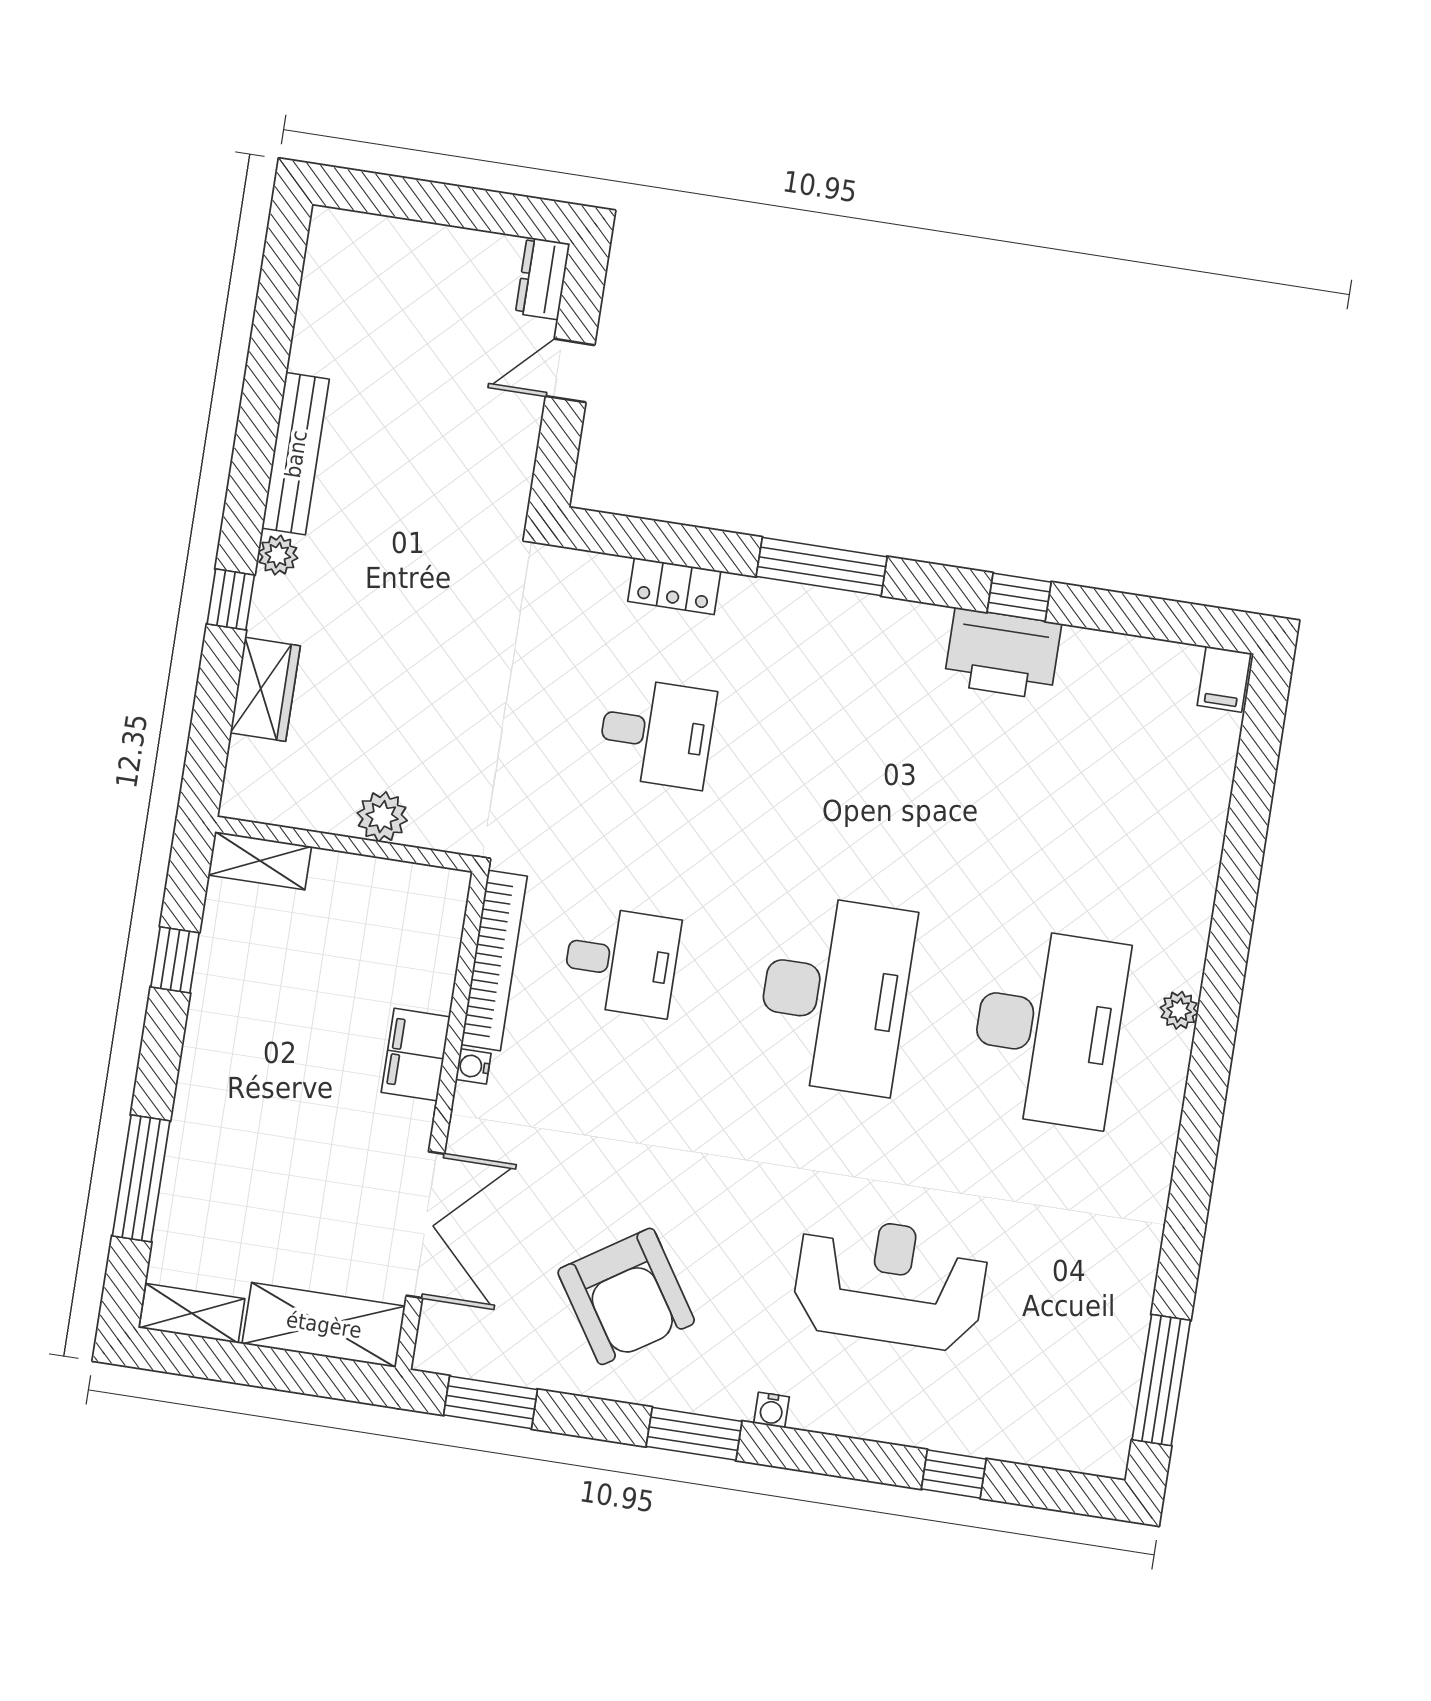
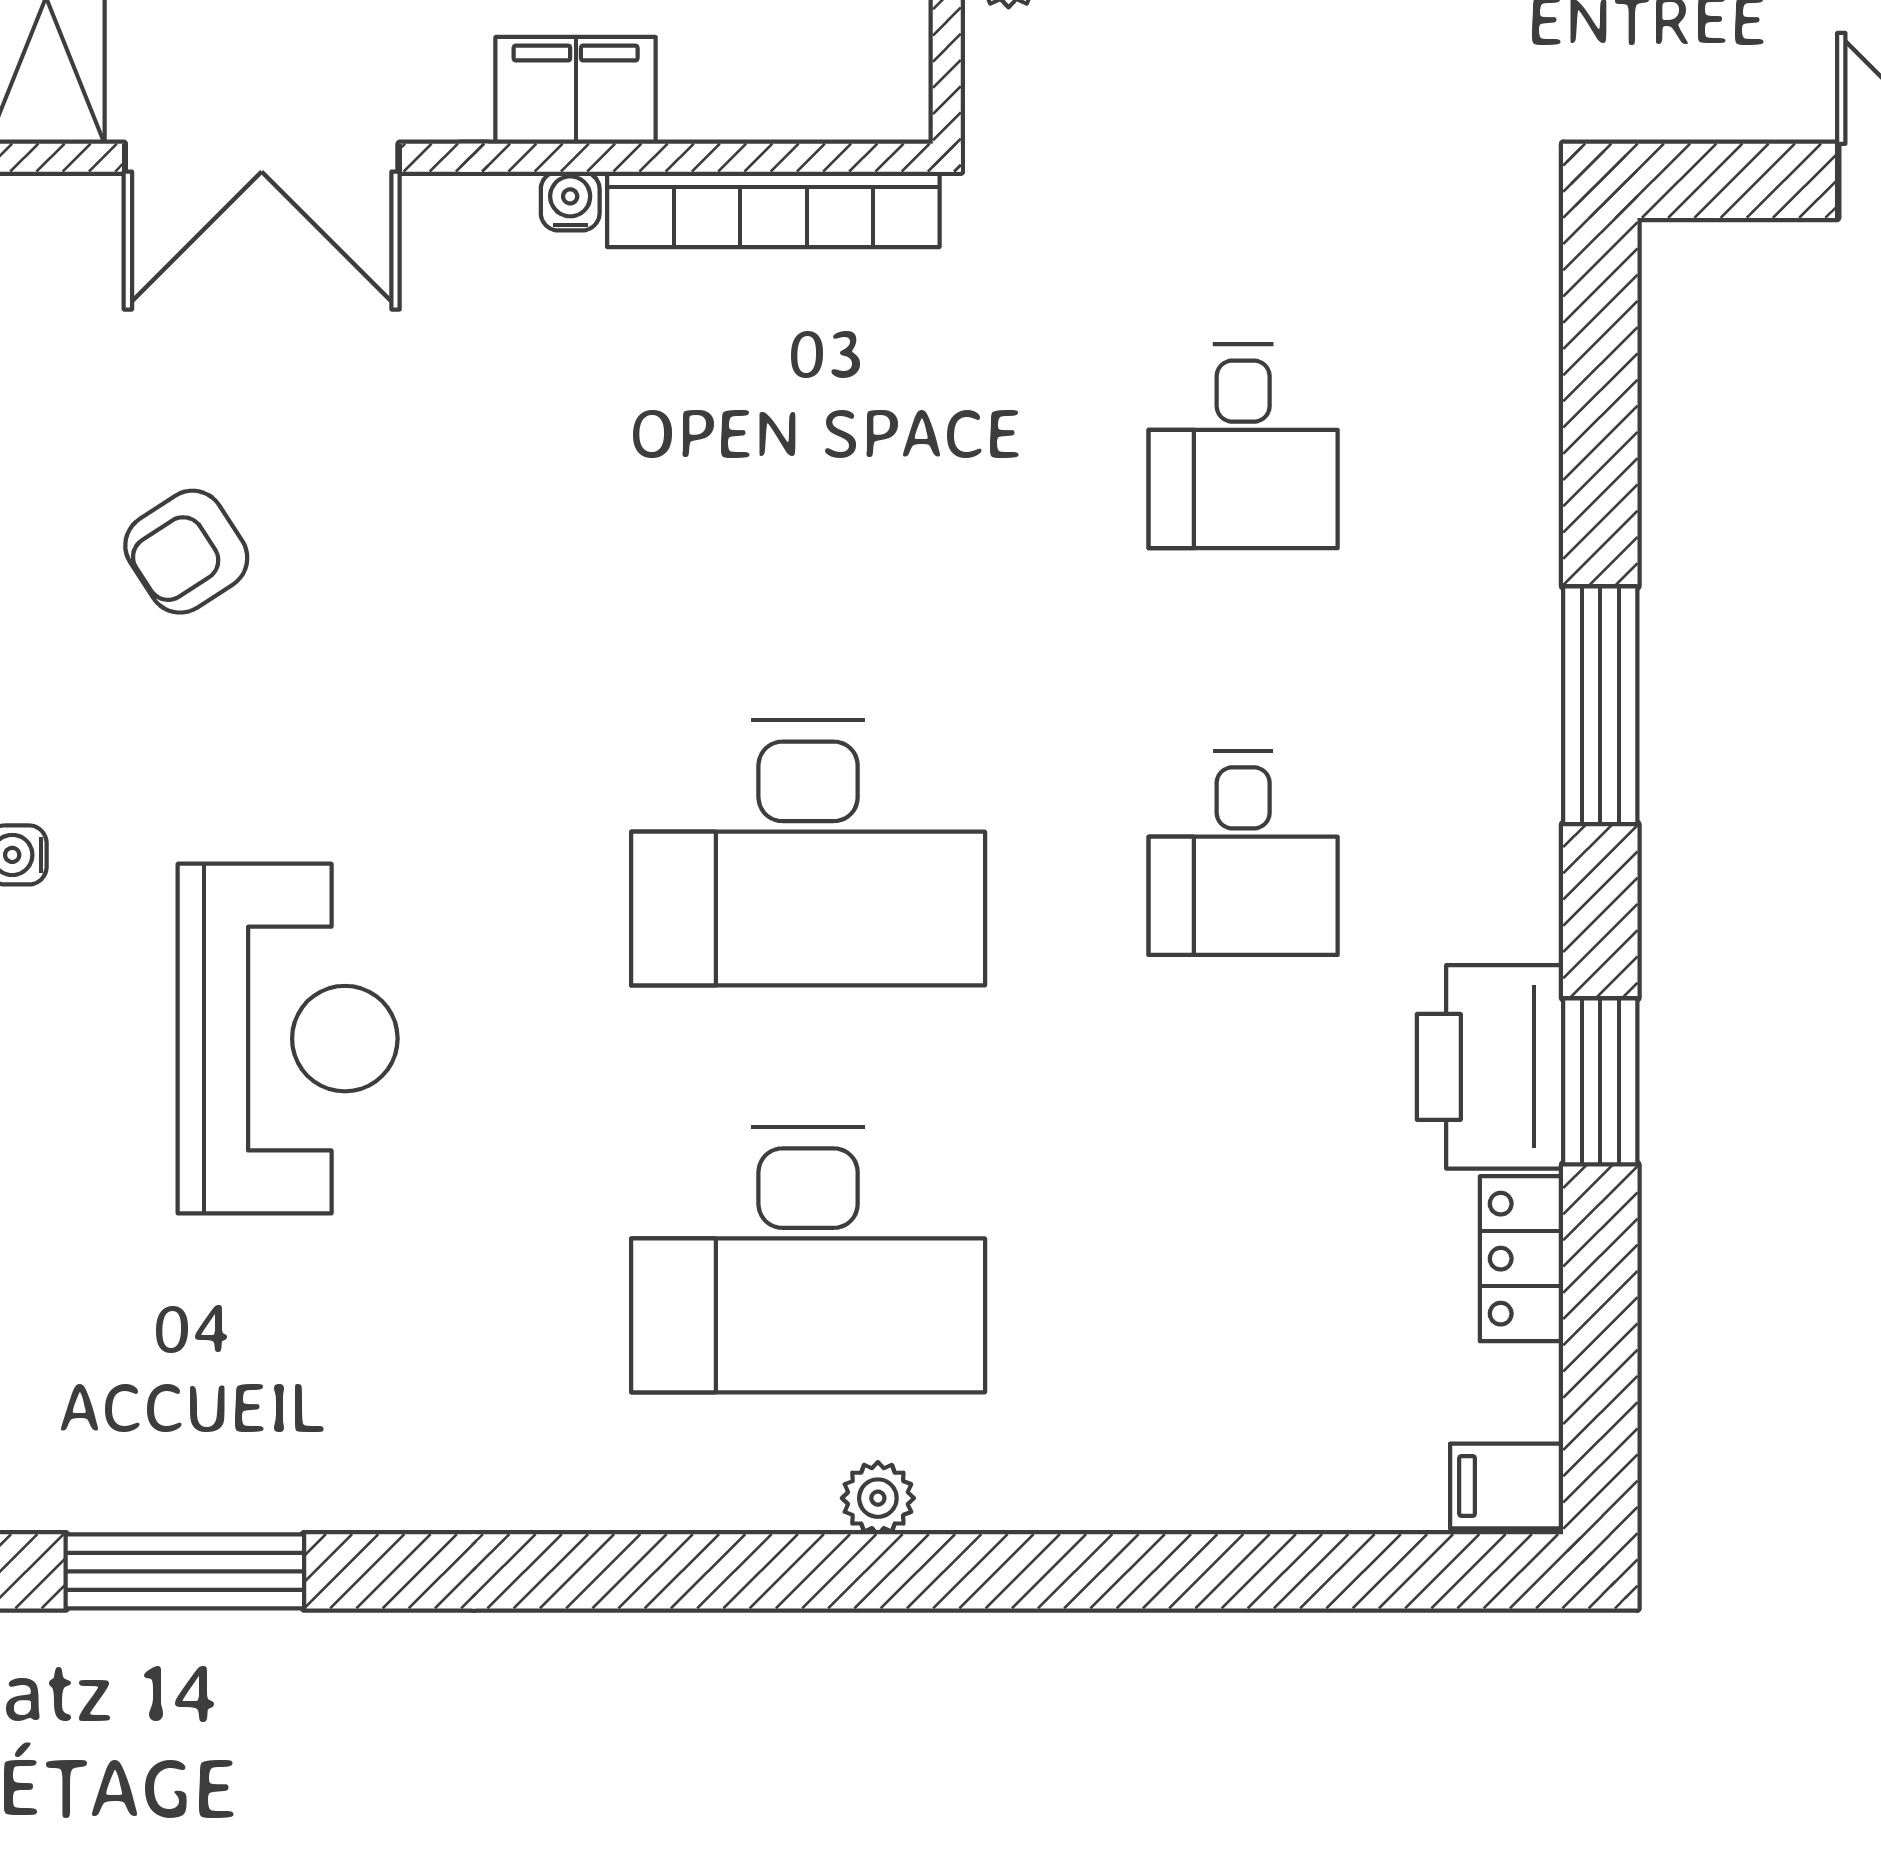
locker: (674, 586) -> (1522, 1259), moved
window: (1019, 597) -> (1600, 1081), width x1.50
desk: (621, 961) -> (1243, 853), moved
armchair: (626, 1296) -> (186, 552), width x0.53, depth x0.53

